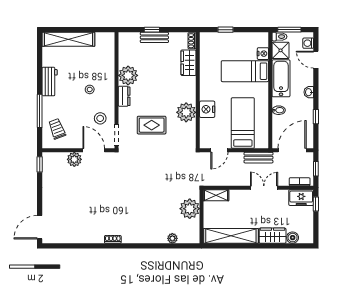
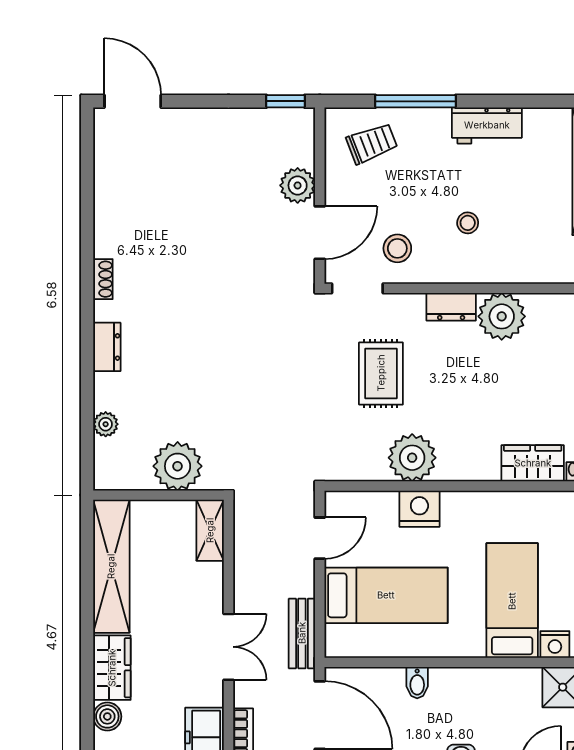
bathtub: (281, 78) -> (495, 688), removed
door: (219, 150) -> (320, 538), swing flipped
dresser: (141, 238) -> (107, 347), added

